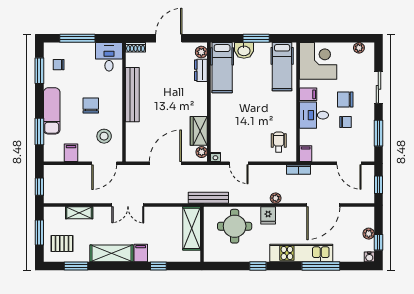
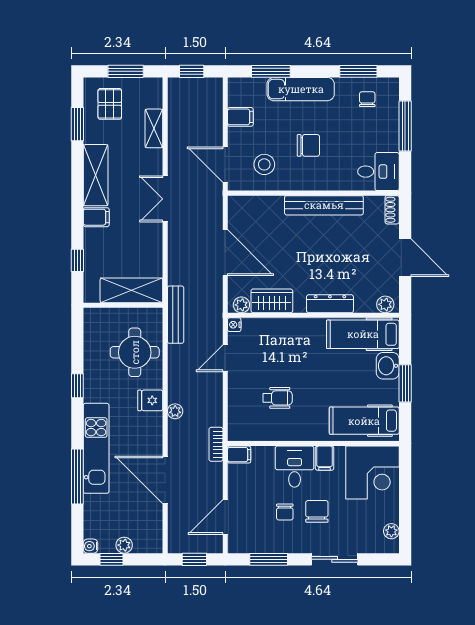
dresser: (201, 70) -> (330, 304), moved, width x1.44
wheelchair: (279, 142) -> (277, 398), moved
window: (158, 266) -> (77, 260), moved

